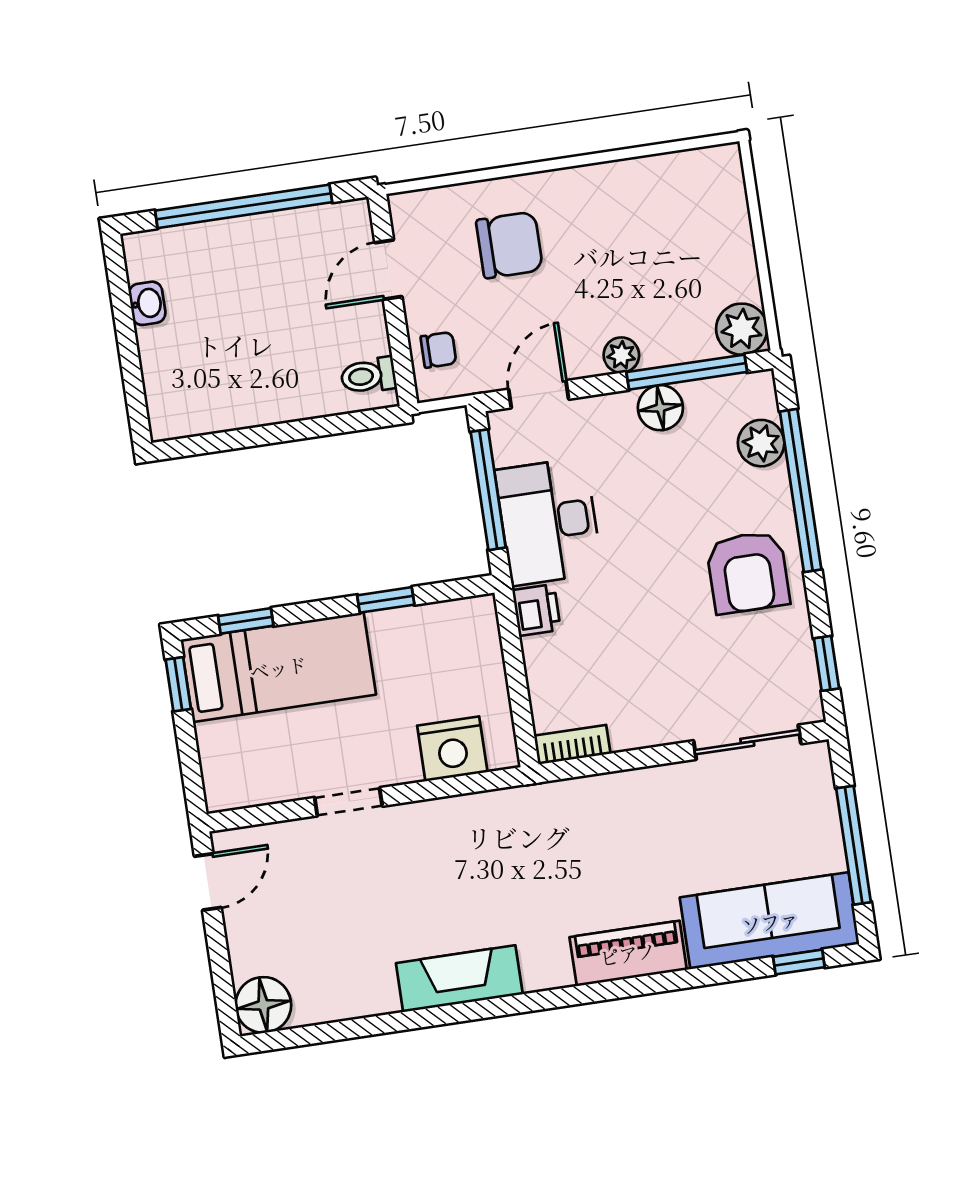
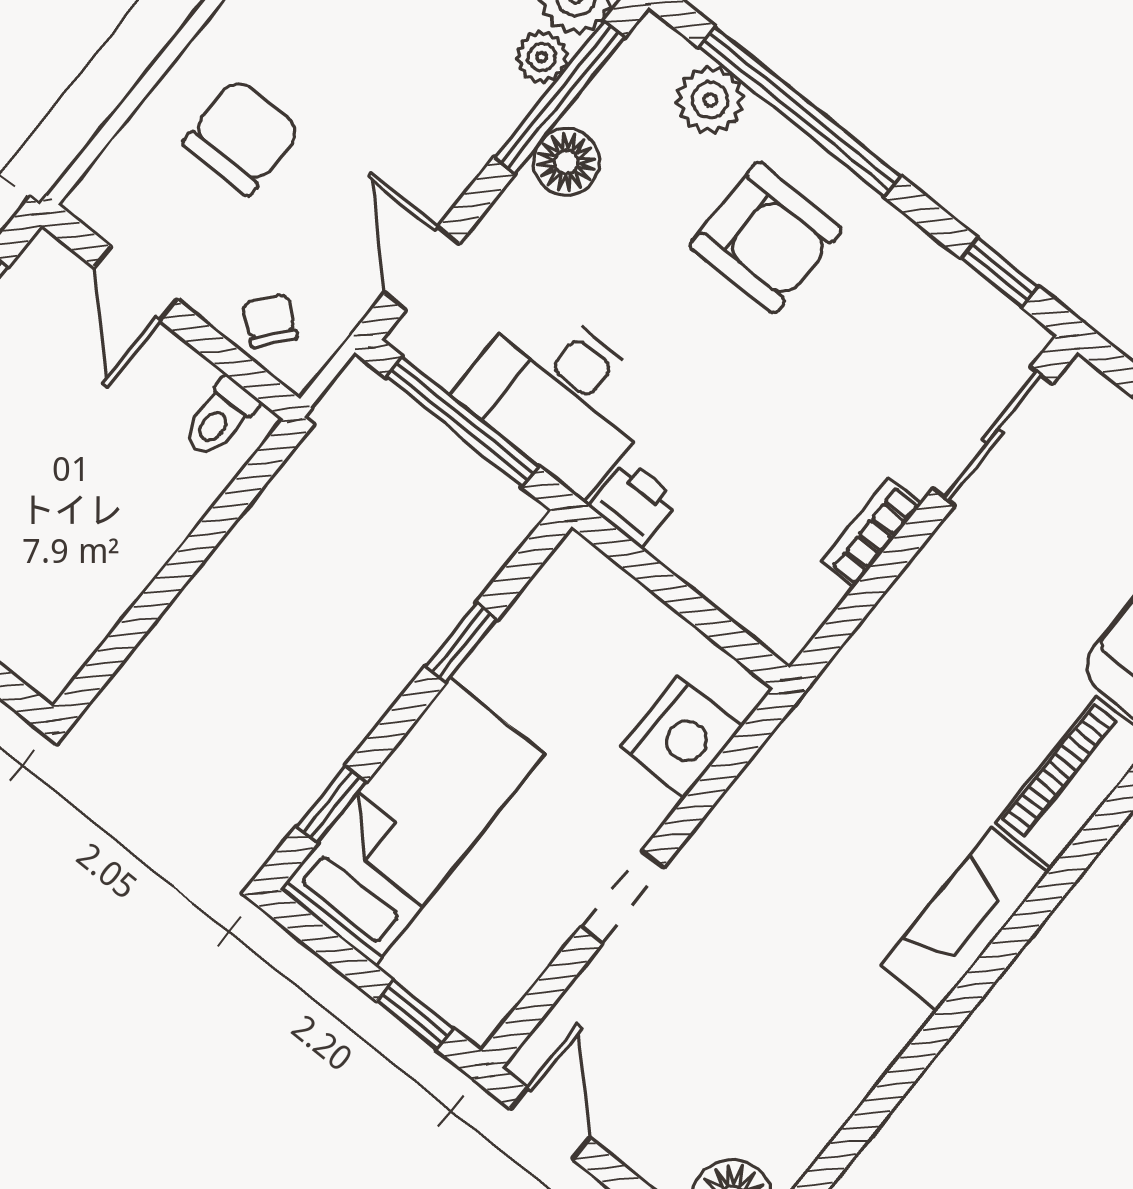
chair: (438, 350) -> (270, 320), turned -51
plant: (621, 355) -> (542, 57), moved
armchair: (748, 572) -> (766, 238), moved
window: (178, 684) -> (415, 1015), moved
bookcase: (572, 745) -> (871, 532), moved
fireplace: (459, 979) -> (965, 919), moved

